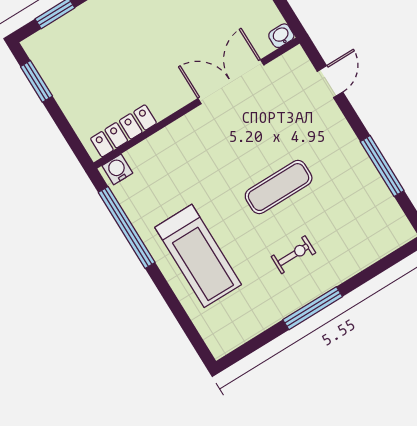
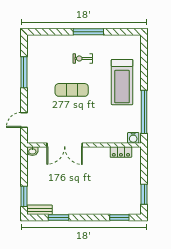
locker: (124, 131) -> (121, 152), width x0.66
treadmill: (198, 256) -> (122, 82), turned 180

